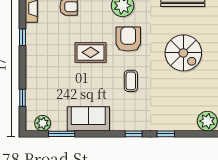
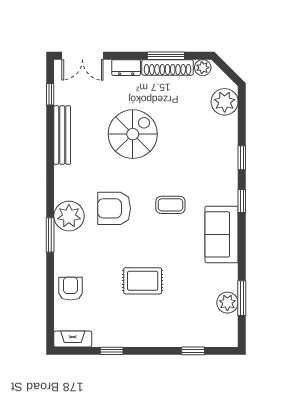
rug: (91, 52) -> (143, 281), moved, turned 90
sofa: (88, 119) -> (222, 234), moved
plant: (43, 123) -> (227, 303), moved

